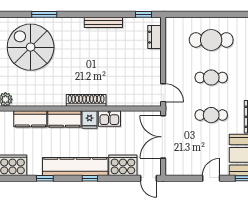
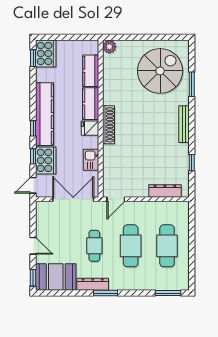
window: (144, 14) -> (192, 163), moved
bench: (103, 22) -> (184, 124), moved
dresser: (155, 37) -> (165, 191), width x1.44
cafe table: (211, 78) -> (131, 246), width x1.37, depth x1.35
kitchen sink: (109, 118) -> (91, 160), moved
window: (45, 178) -> (33, 58), moved
window: (119, 178) -> (33, 156), added

